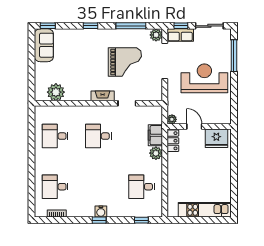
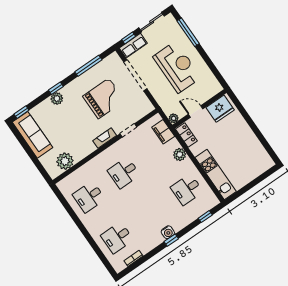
plant: (156, 35) -> (57, 99), moved
sofa: (44, 45) -> (32, 135), width x1.36
reception desk: (204, 78) -> (177, 67), turned 90
filing cabinet: (155, 135) -> (163, 132), moved
kitchen unit: (205, 210) -> (216, 175), moved, turned 90

